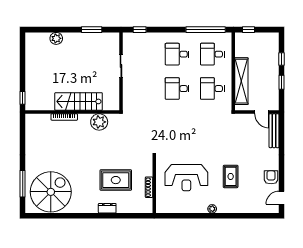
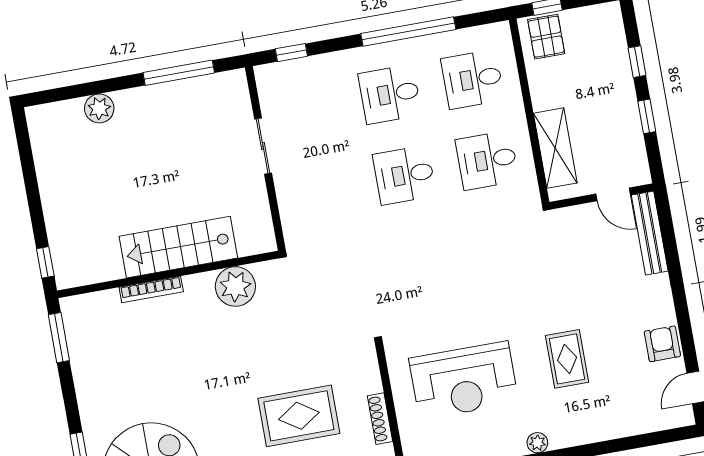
window: (92, 30) -> (179, 73), width x1.44
window: (206, 30) -> (408, 31), moved
pallet: (246, 42) -> (546, 37), added
shelving: (241, 81) -> (555, 148), width x0.68
window: (23, 130) -> (59, 338), added

